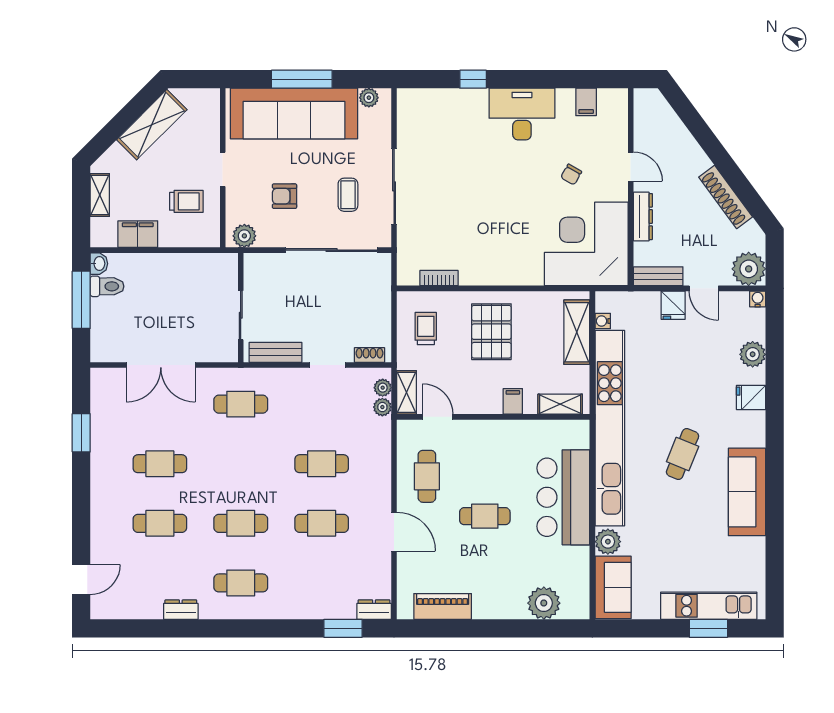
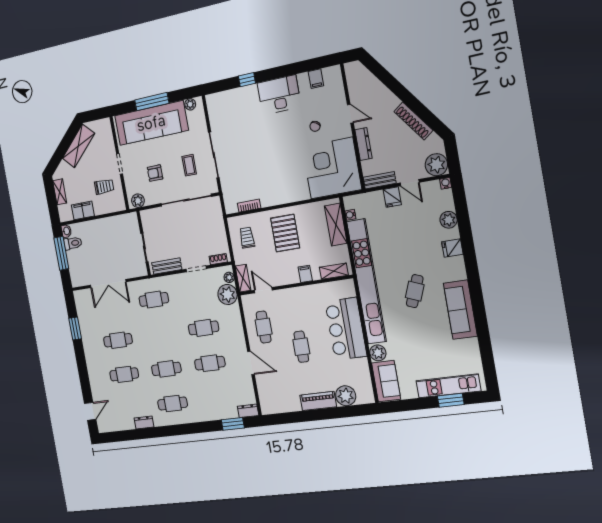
plant: (382, 407) -> (228, 294), width x1.88, depth x1.88
cafe table: (485, 516) -> (301, 347), turned 90
piano: (443, 606) -> (318, 401), moved

